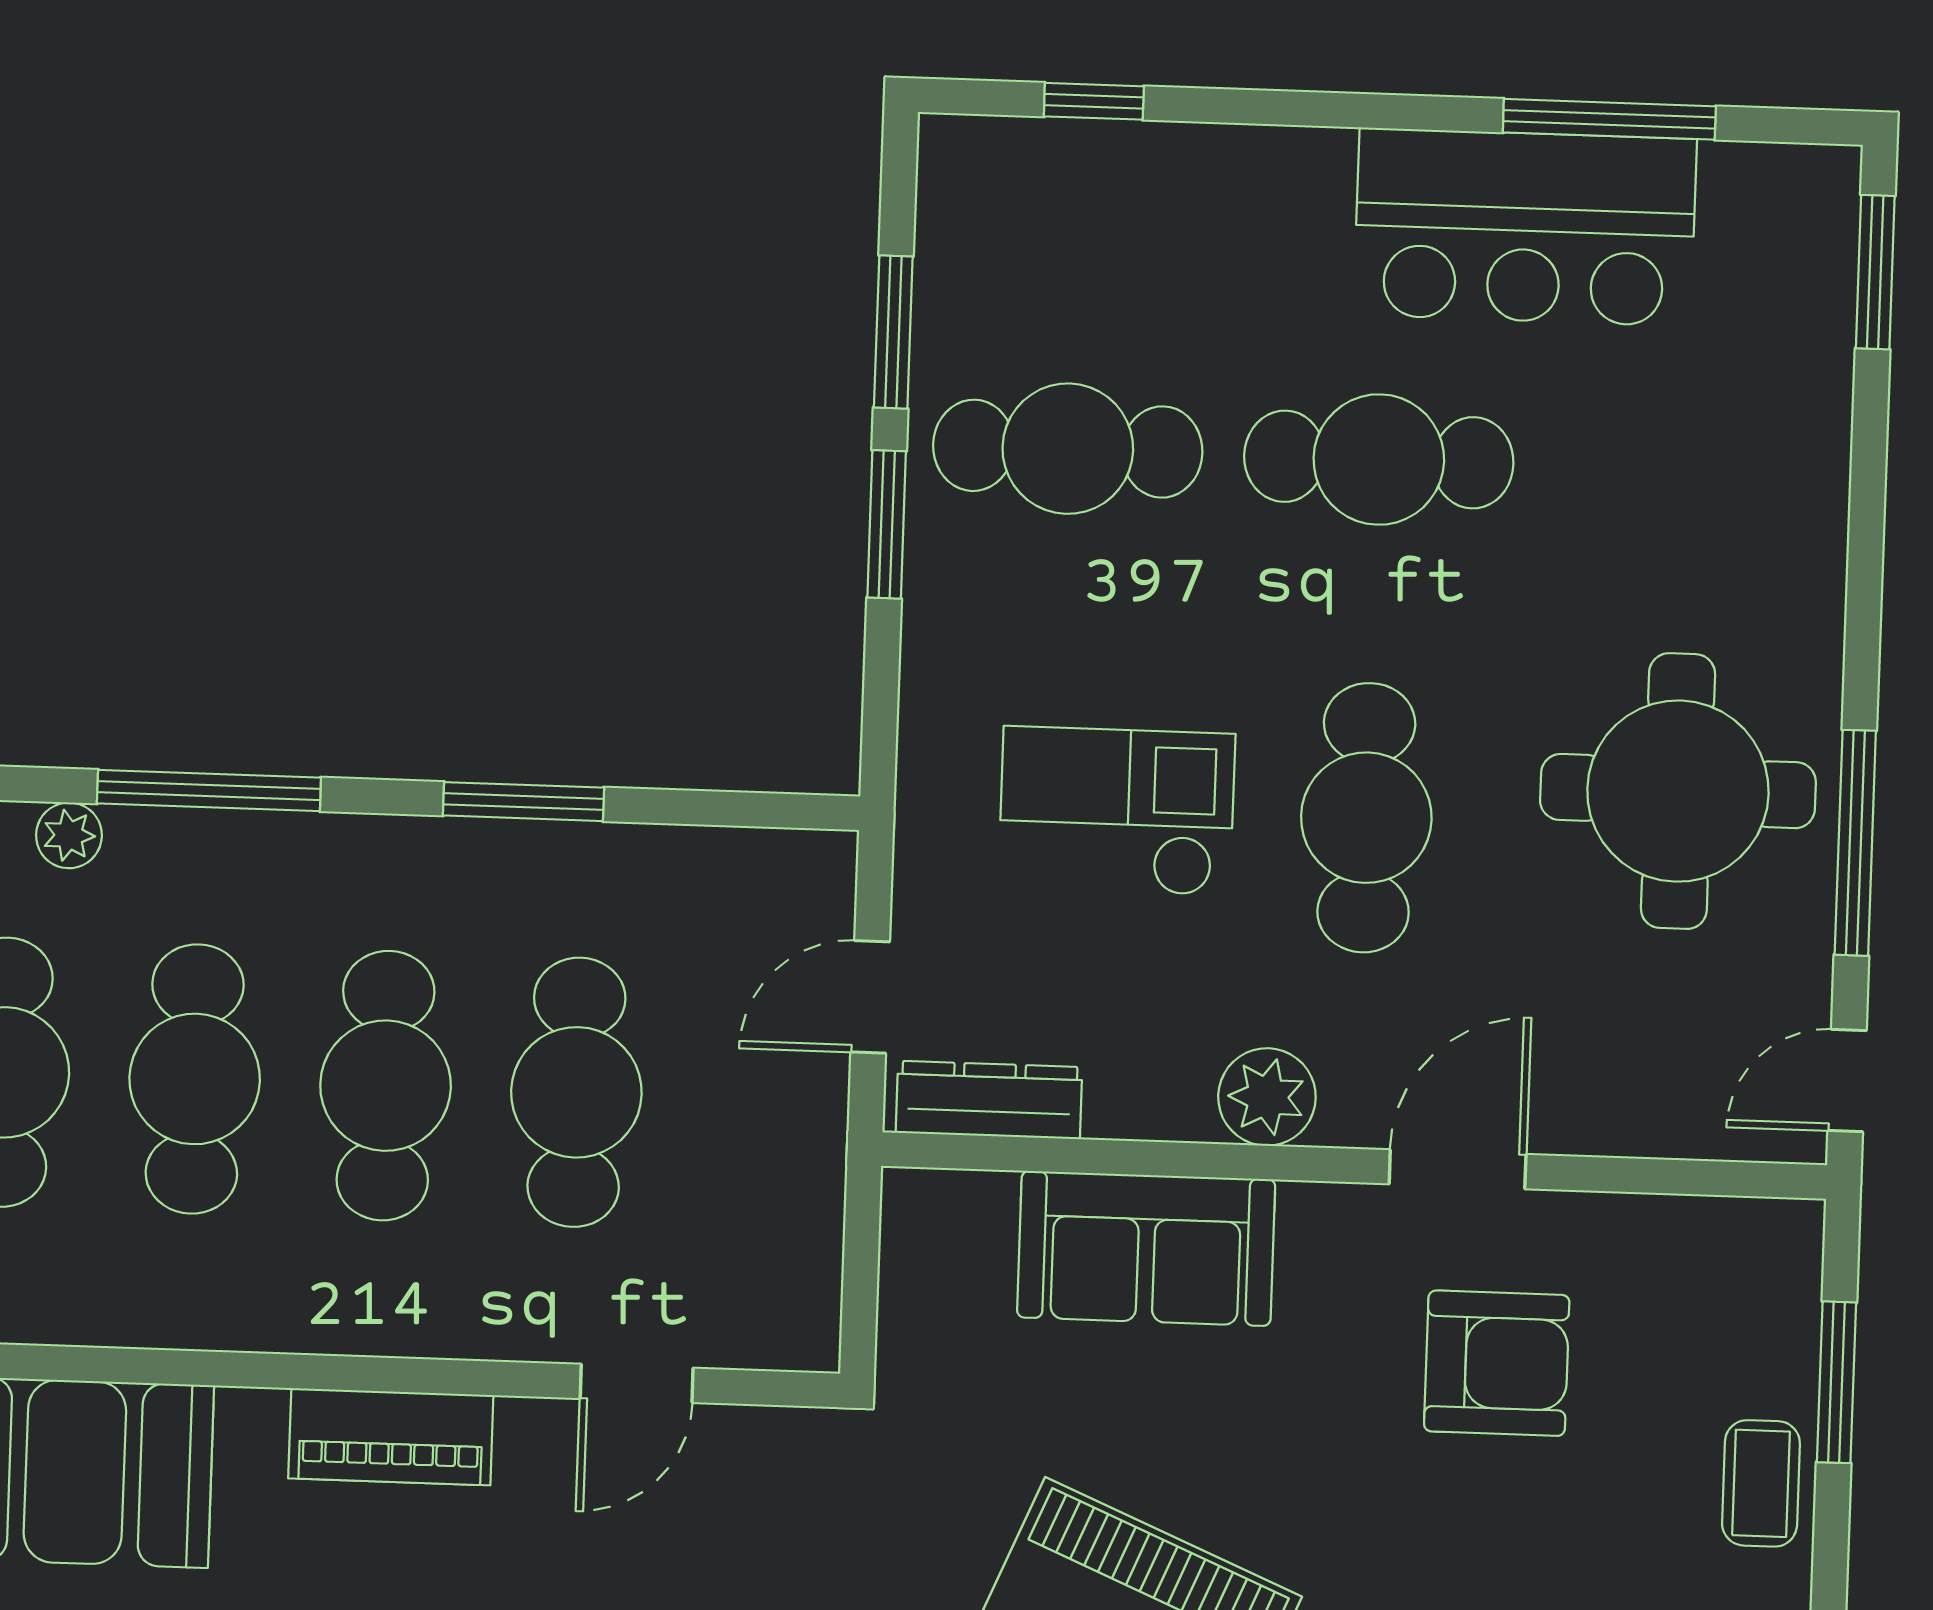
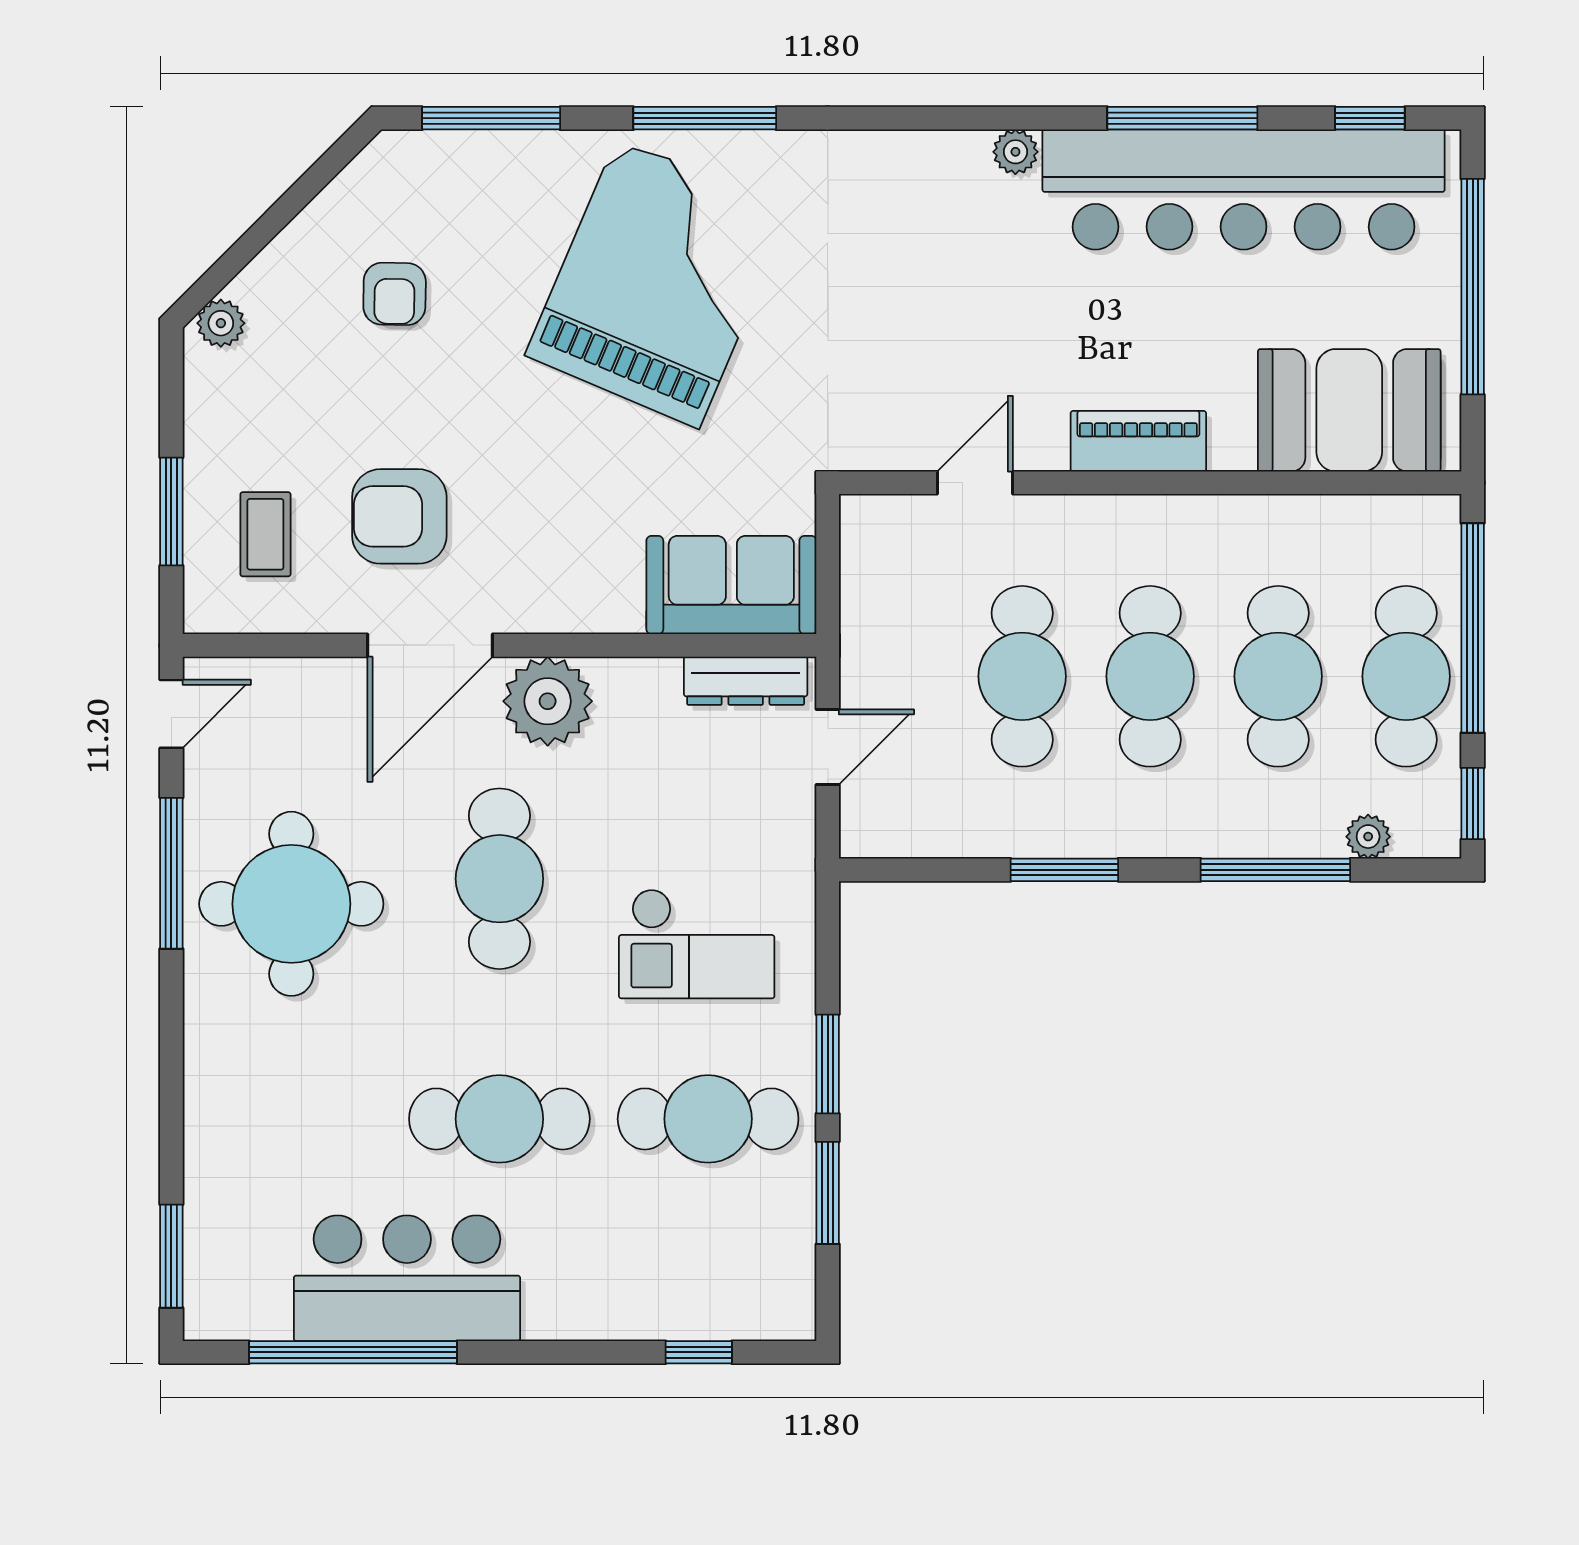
window: (1609, 119) -> (353, 1352), width x1.46
checkout: (1117, 811) -> (697, 944), moved
plant: (1267, 1097) -> (548, 701), width x1.36, depth x1.36
door: (1458, 1169) -> (430, 645), width x1.36
sofa: (1146, 1248) -> (731, 585), moved
coffee table: (1761, 1483) -> (265, 534), moved

